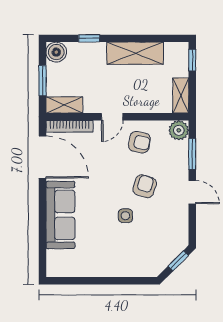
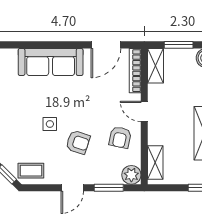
shelving: (181, 96) -> (155, 162), moved, turned 90
door: (43, 157) -> (106, 45), width x0.73
coffee table: (174, 236) -> (31, 171), added

